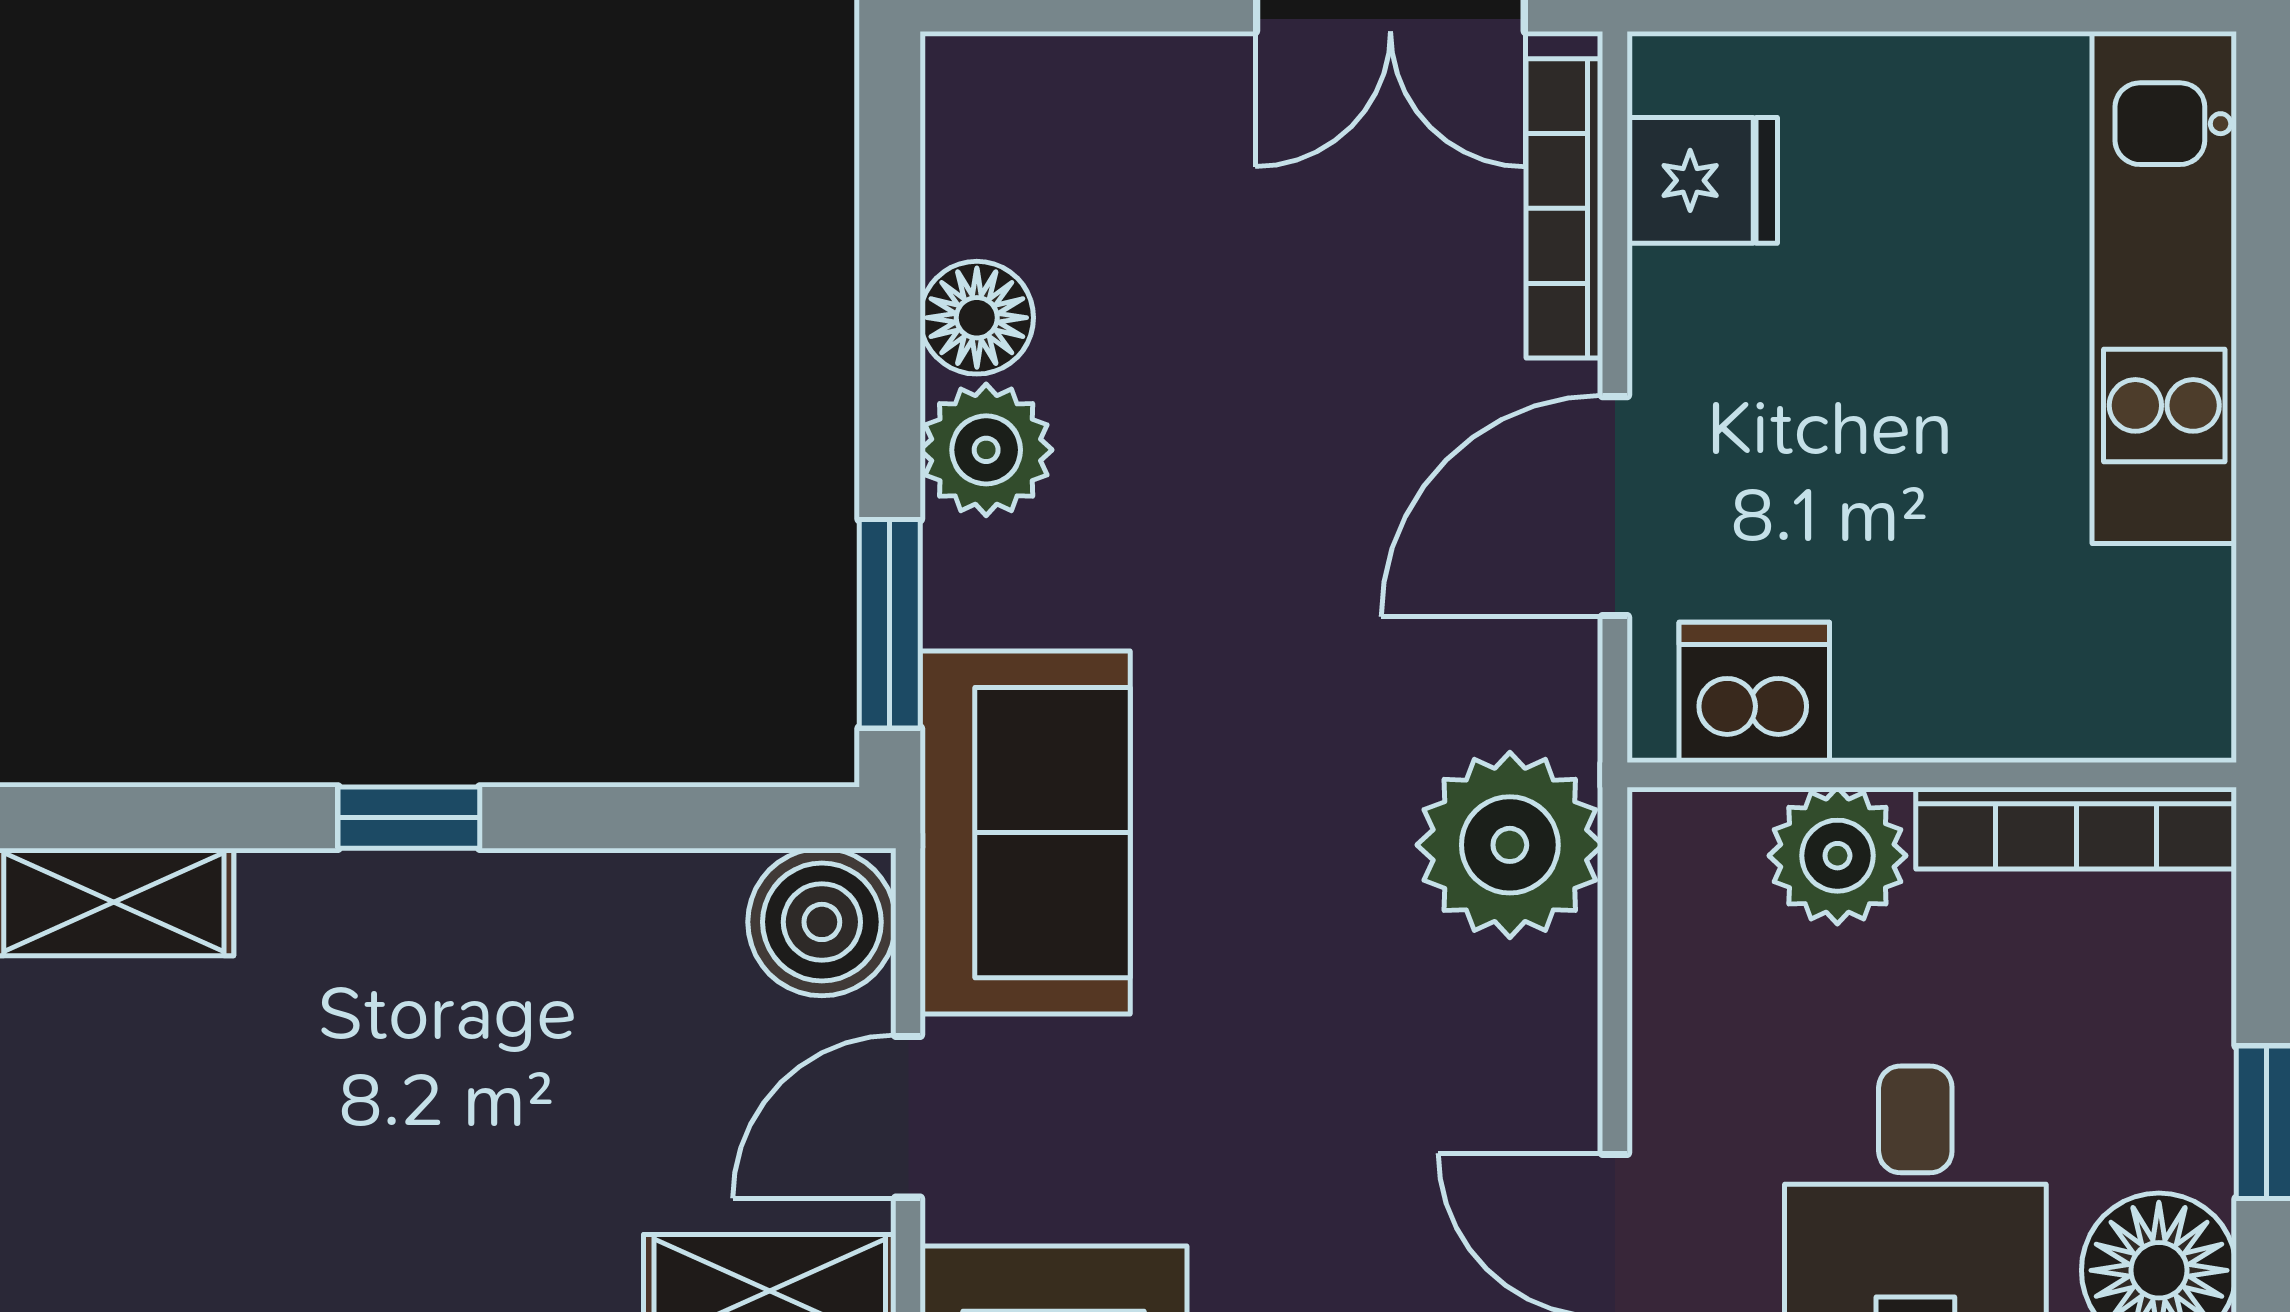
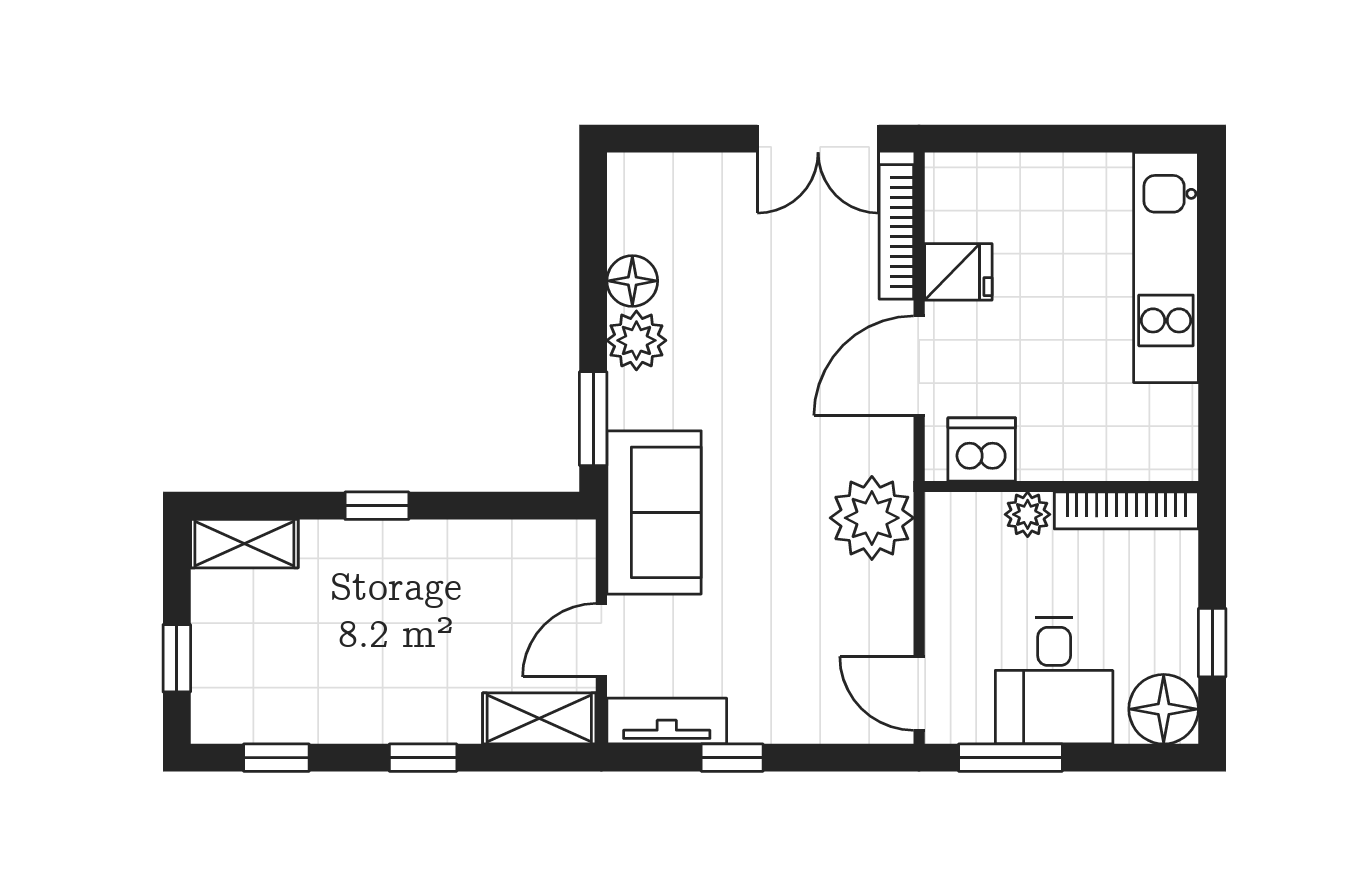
fridge: (1702, 180) -> (958, 272), moved
plant: (1837, 856) -> (1028, 514), width x0.73, depth x0.73
boiler: (822, 922) -> (563, 553), removed

